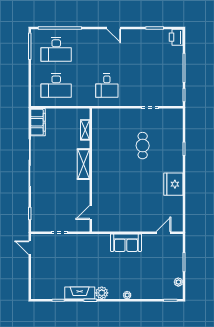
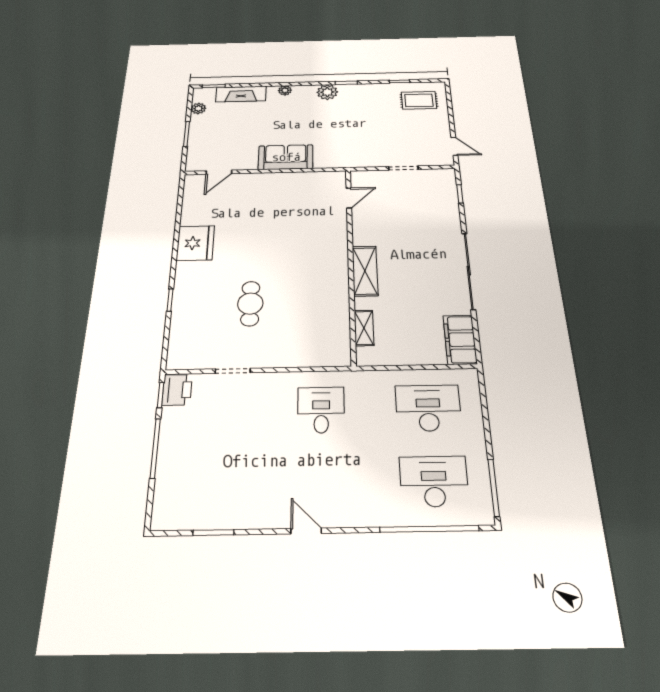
printer: (176, 37) -> (177, 390), moved
rug: (47, 284) -> (419, 100), added
fireplace: (80, 293) -> (241, 94), moved

